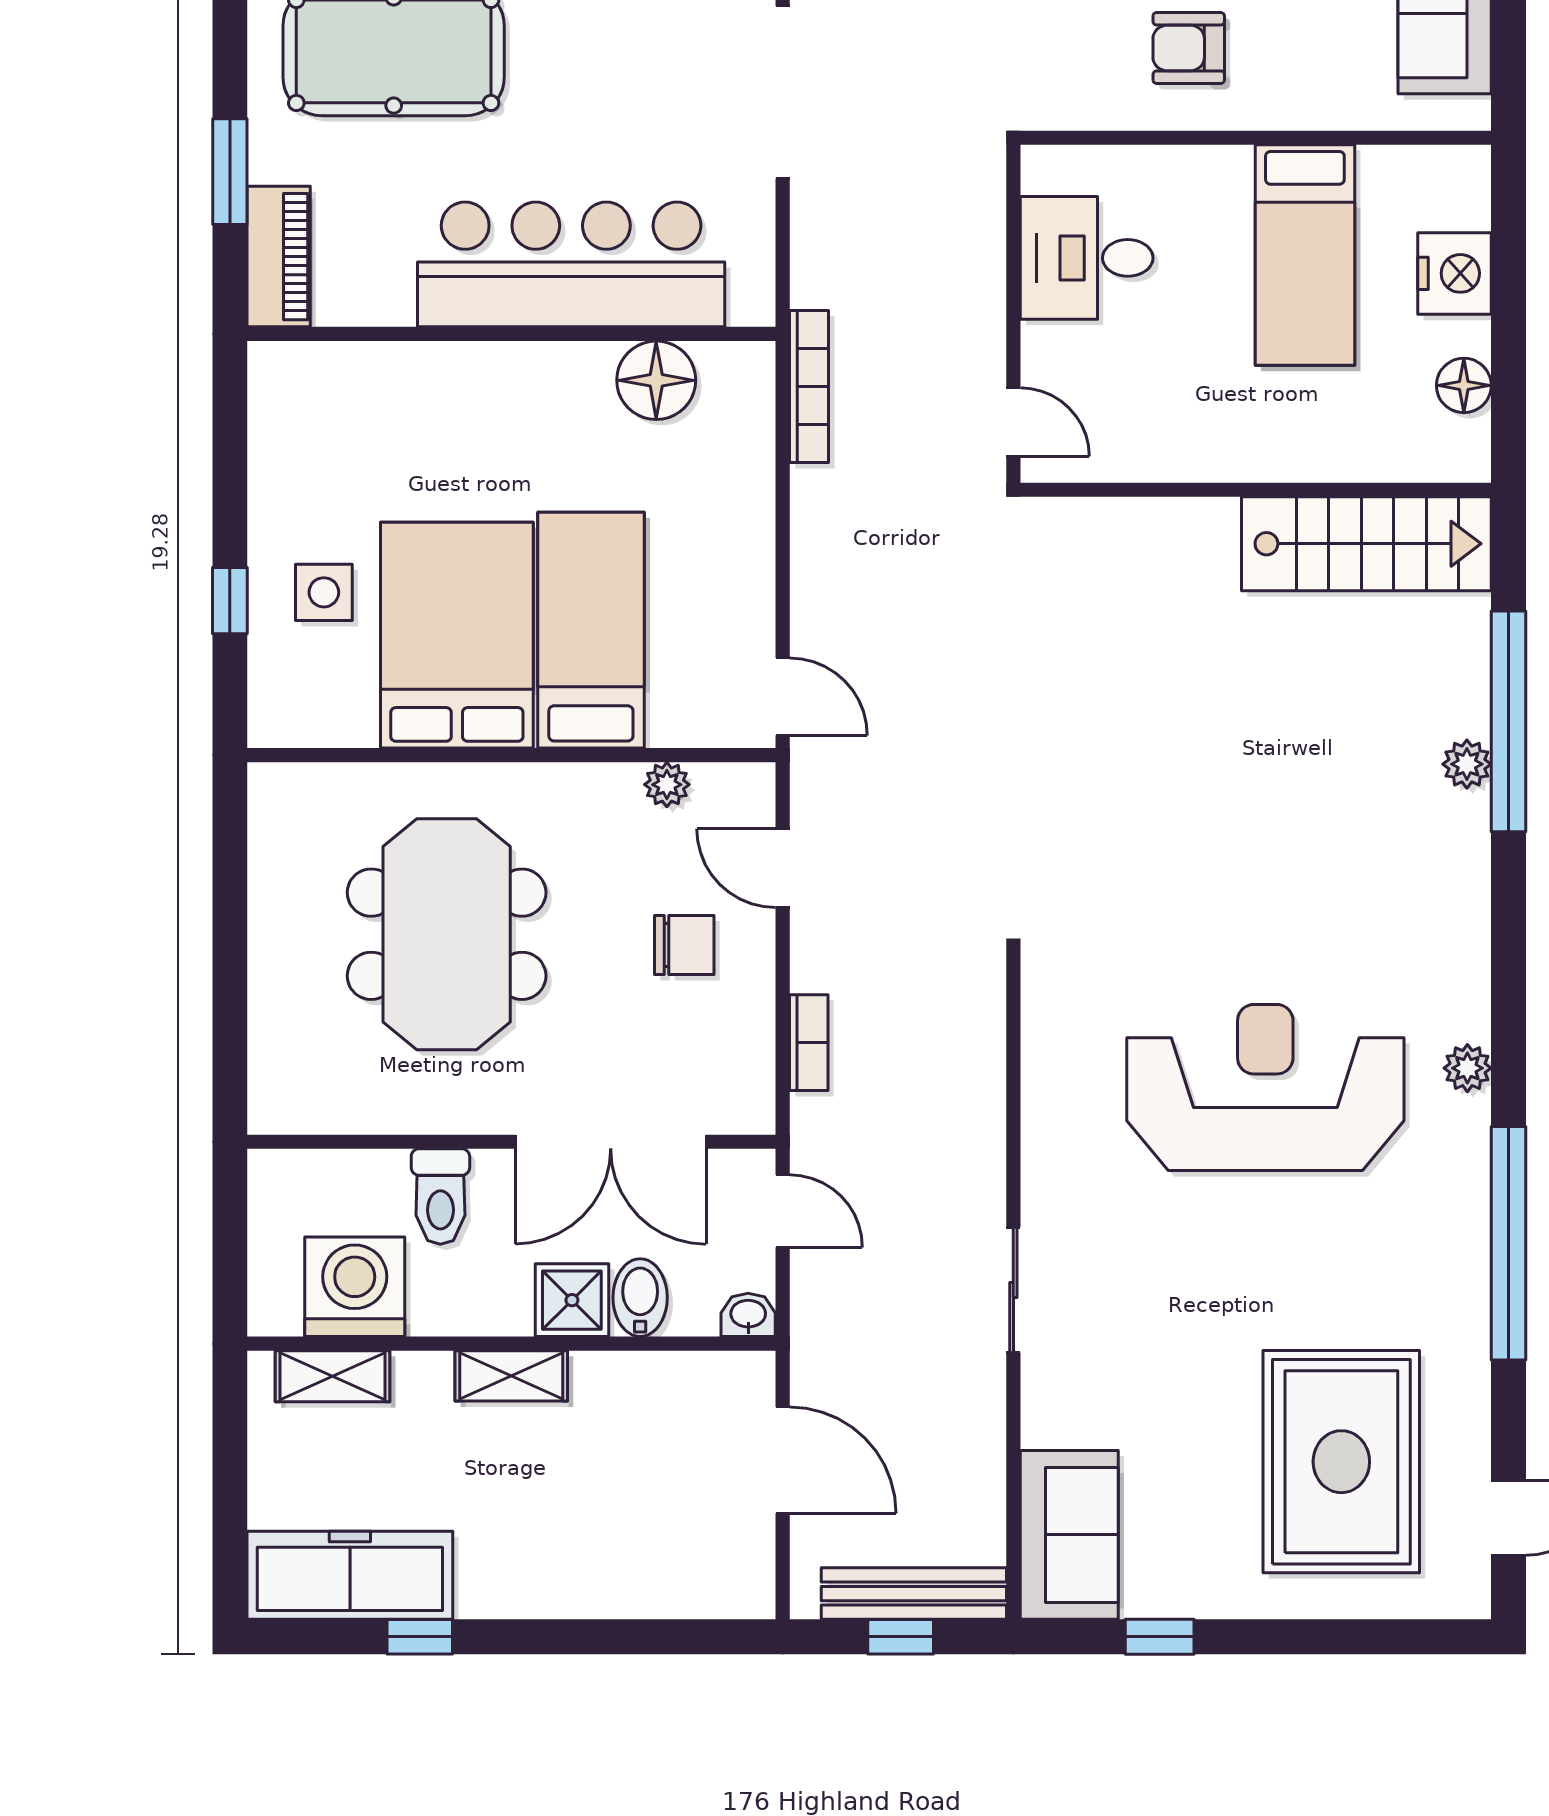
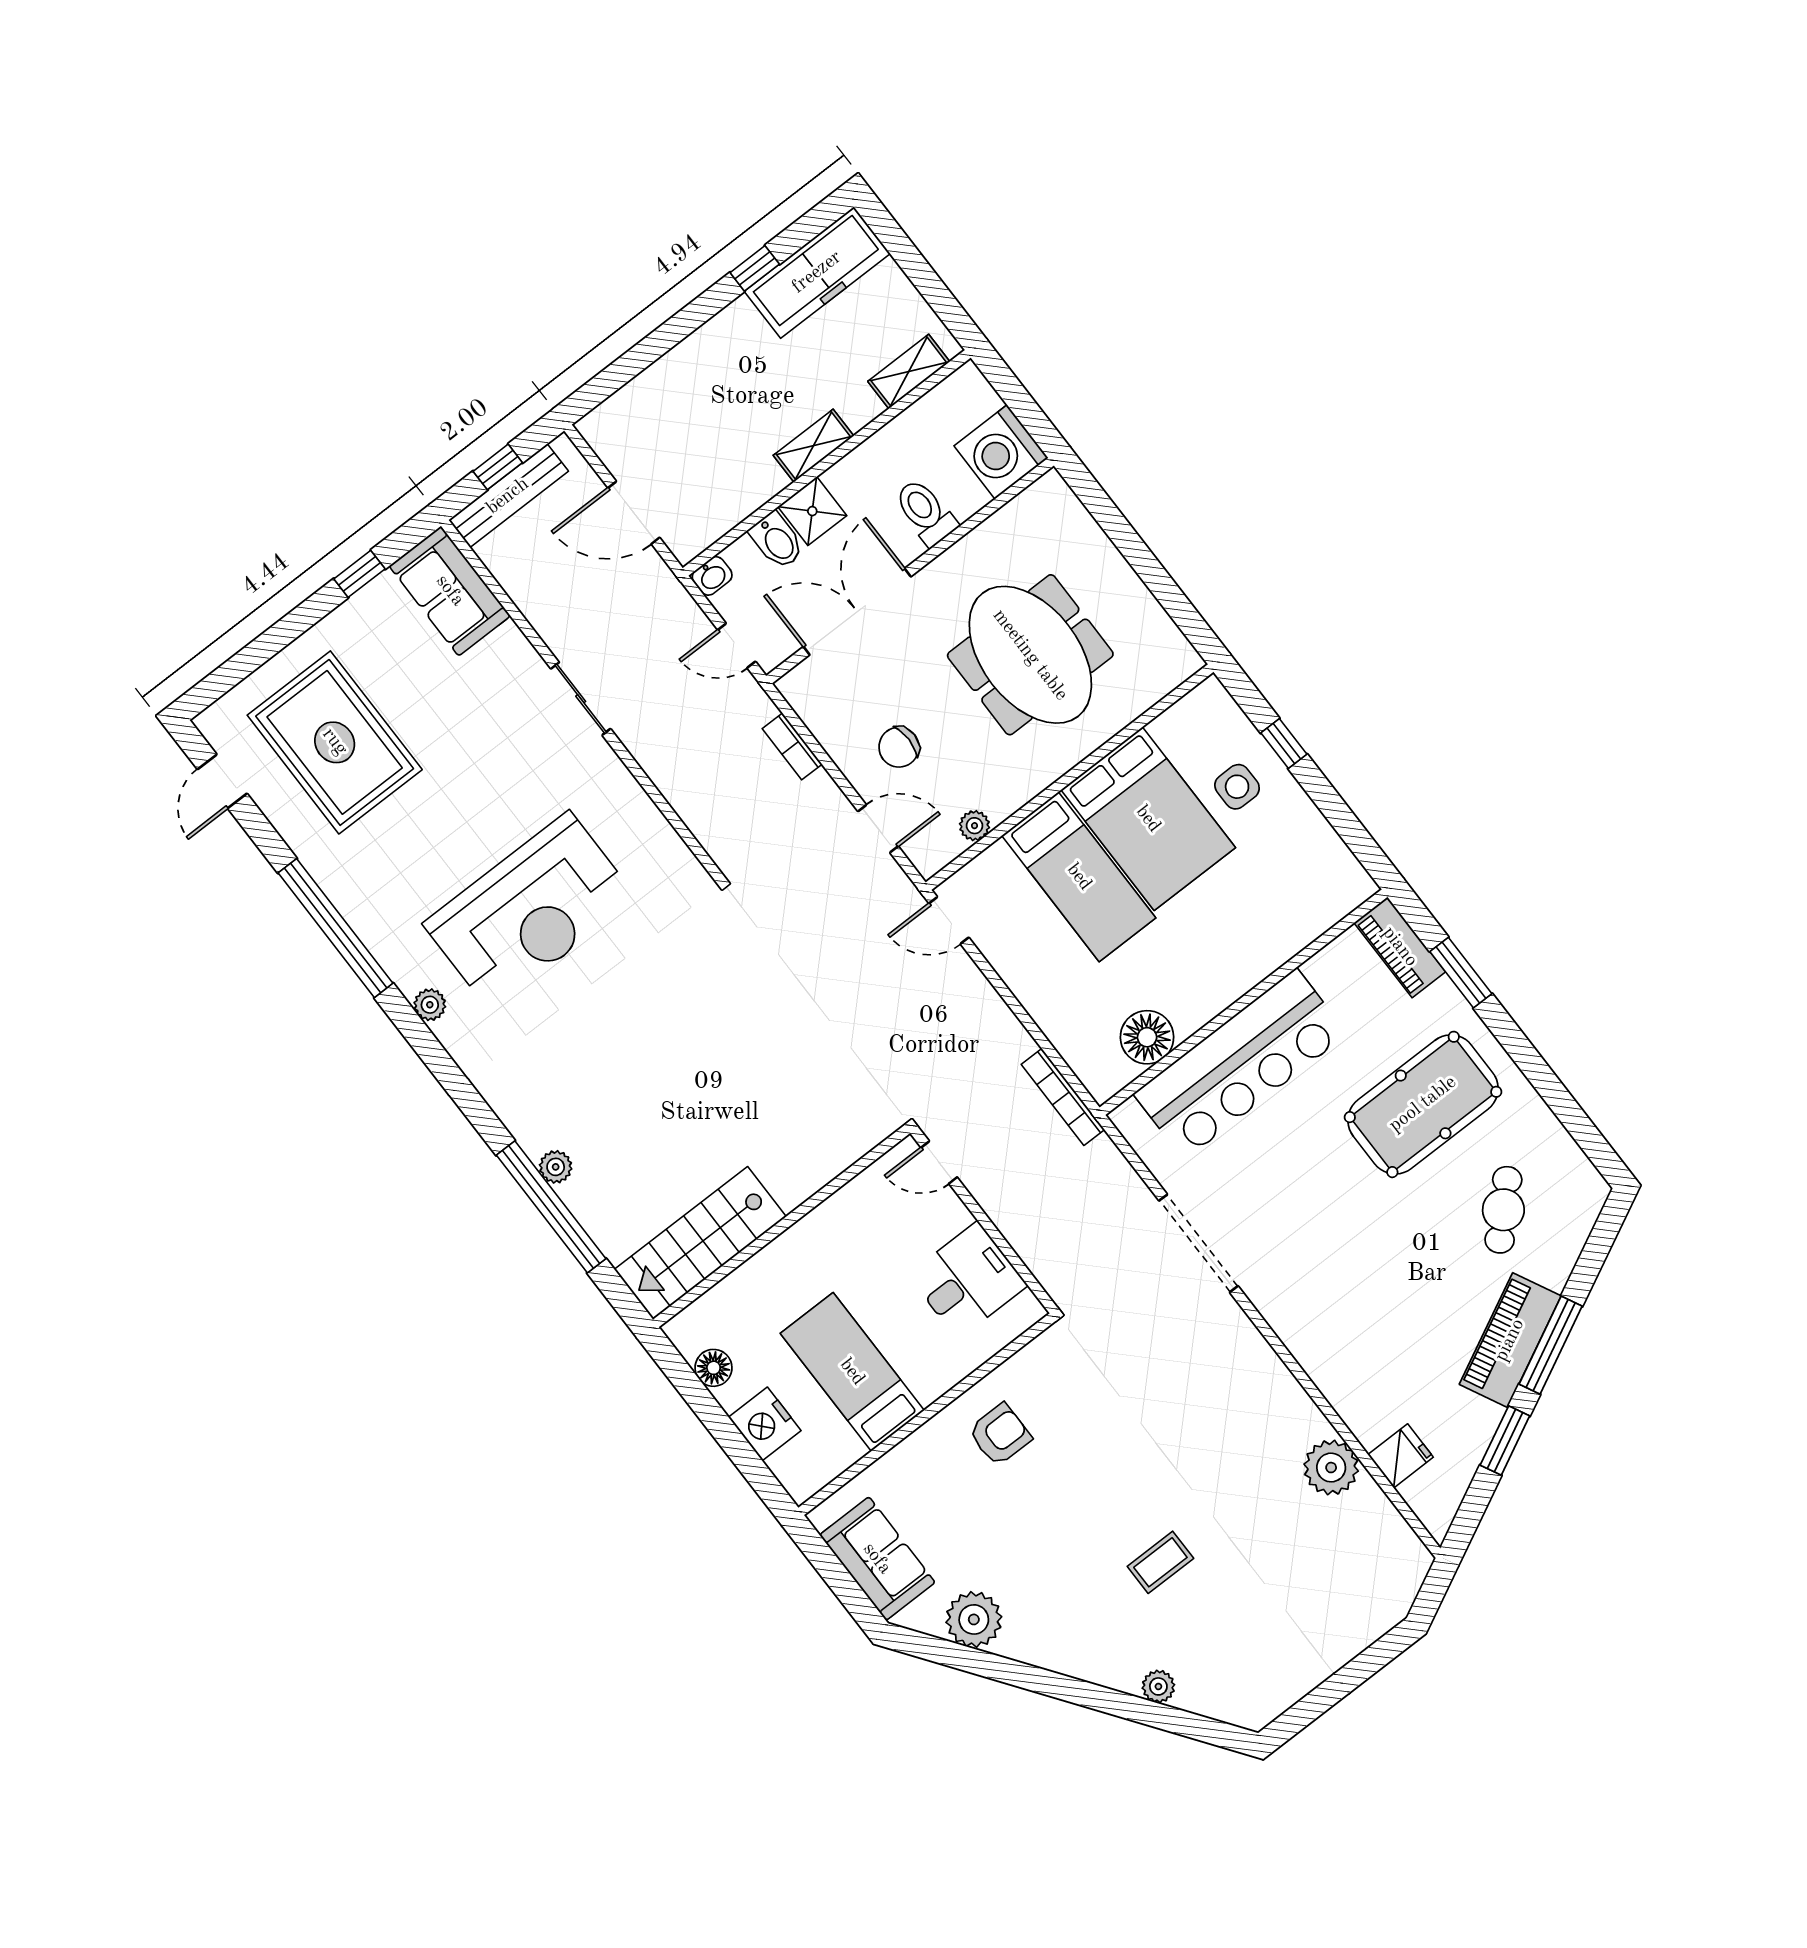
washing machine: (355, 1287) -> (1001, 452), moved, turned 90

